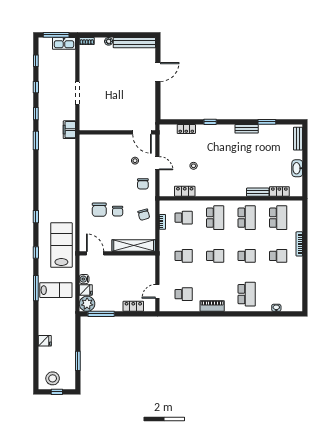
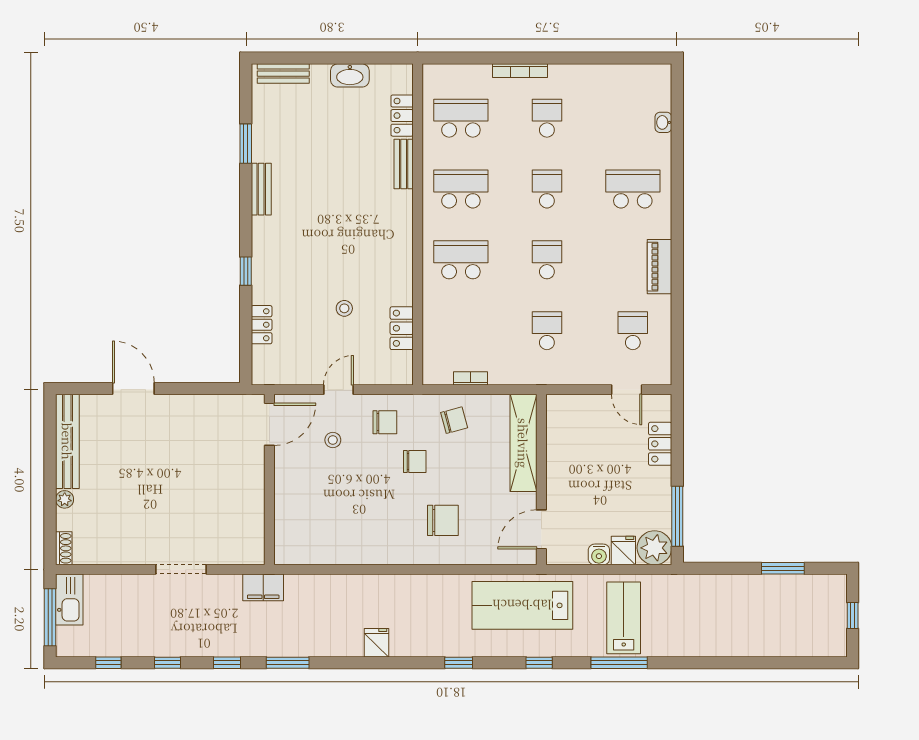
chair: (118, 211) -> (415, 461), moved
school desk: (184, 218) -> (461, 331), removed
fridge: (45, 341) -> (376, 643), moved
stool: (53, 378) -> (822, 625), removed

